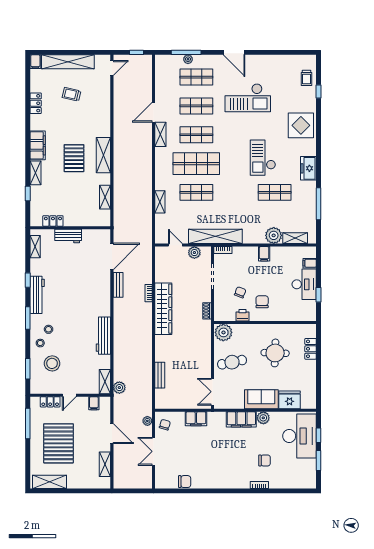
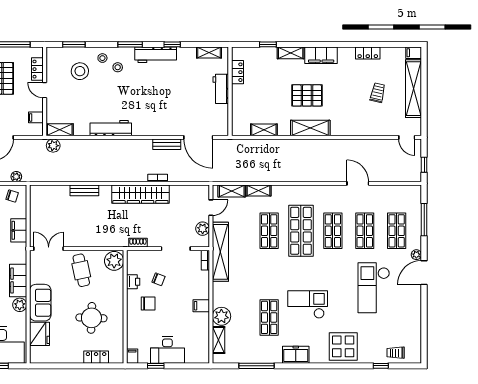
plant: (188, 59) -> (416, 255), moved
shelving: (160, 134) -> (232, 191), moved
filing cabinet: (310, 263) -> (132, 356), moved
bench: (160, 375) -> (84, 190), moved

